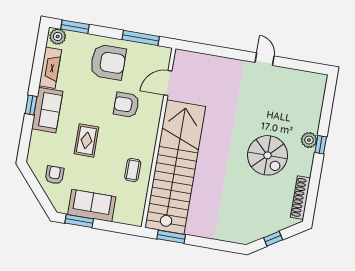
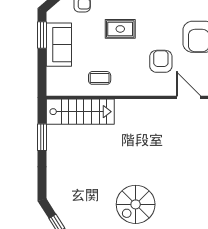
stairs: (175, 167) -> (80, 112), width x0.54, depth x0.66
window: (171, 237) -> (42, 137), moved

